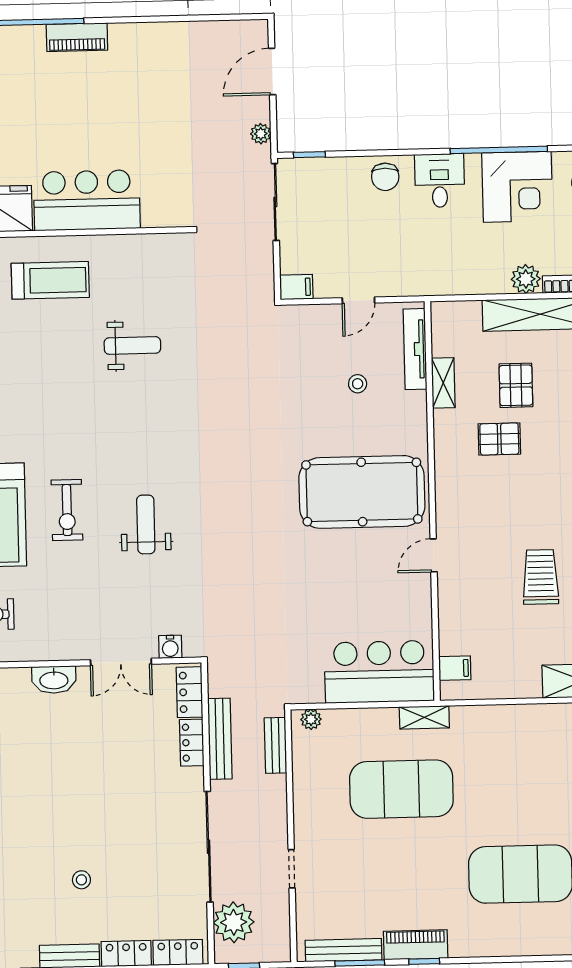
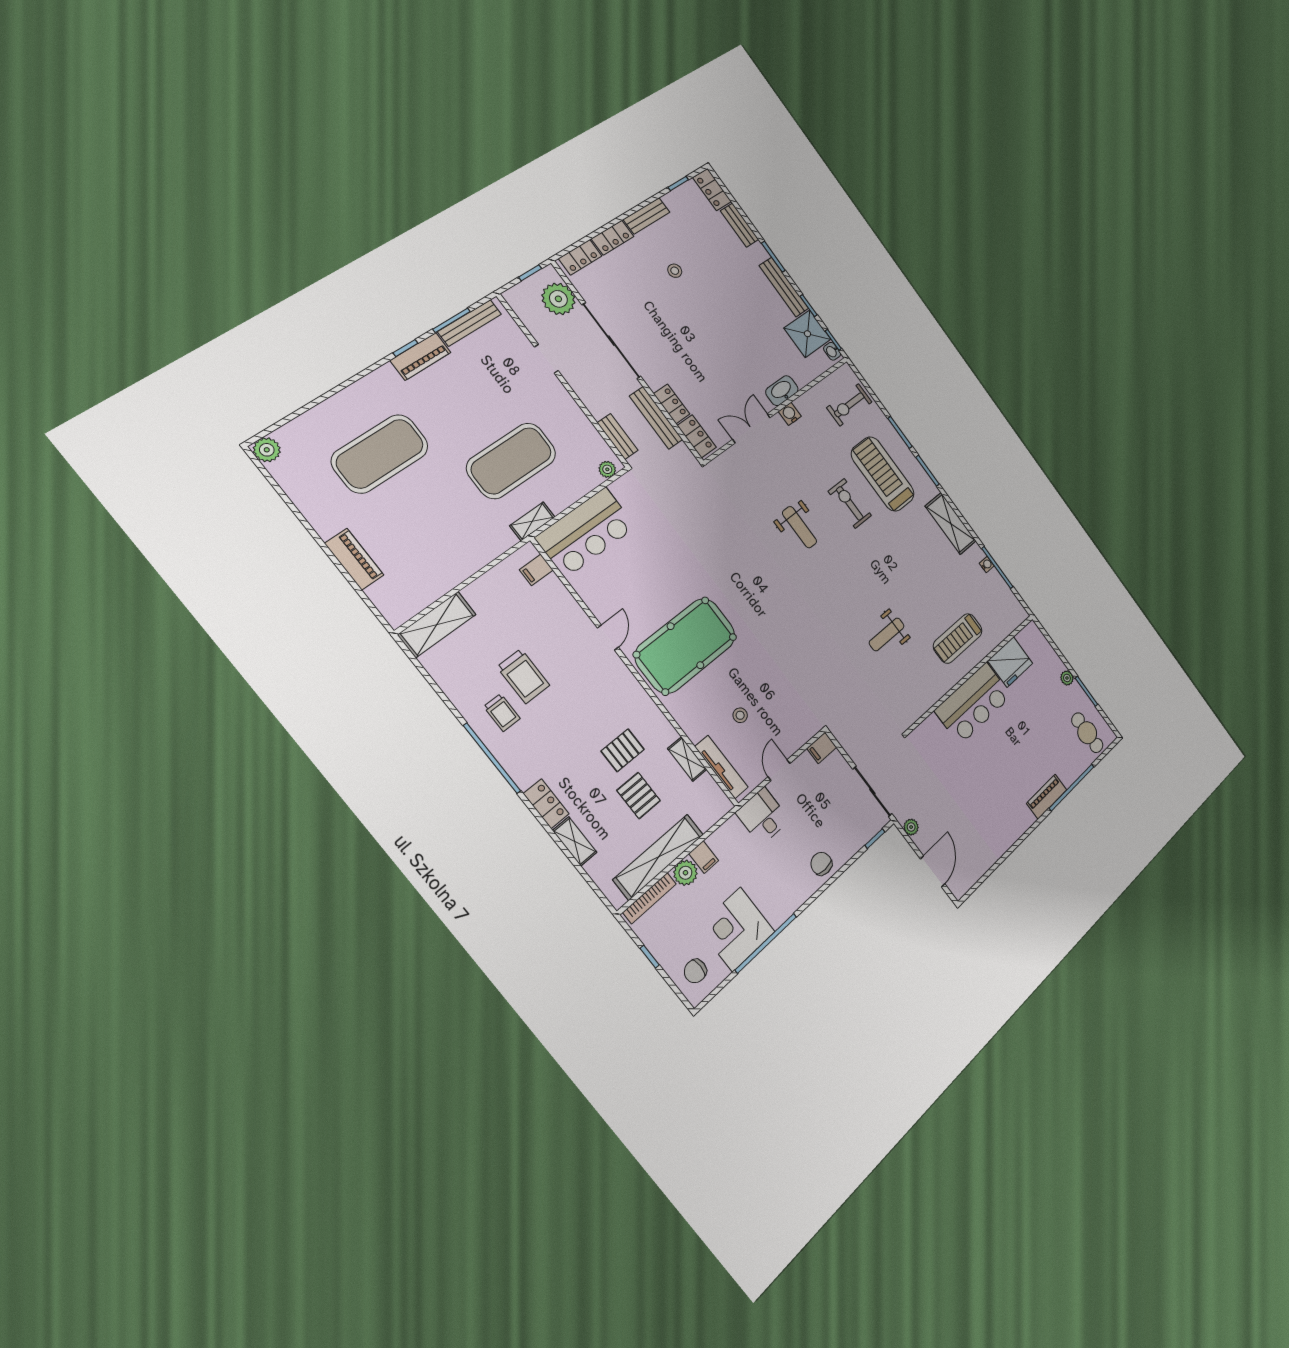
desk: (440, 181) -> (763, 816), moved, turned 180
filing cabinet: (497, 279) -> (704, 857), added
water cooler: (170, 647) -> (790, 414), moved

